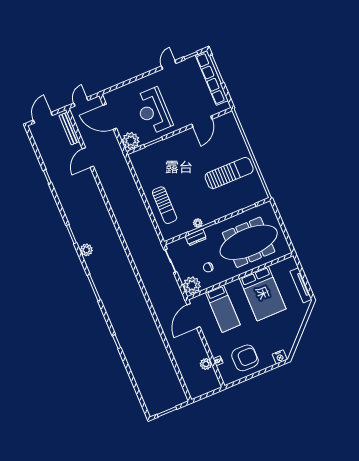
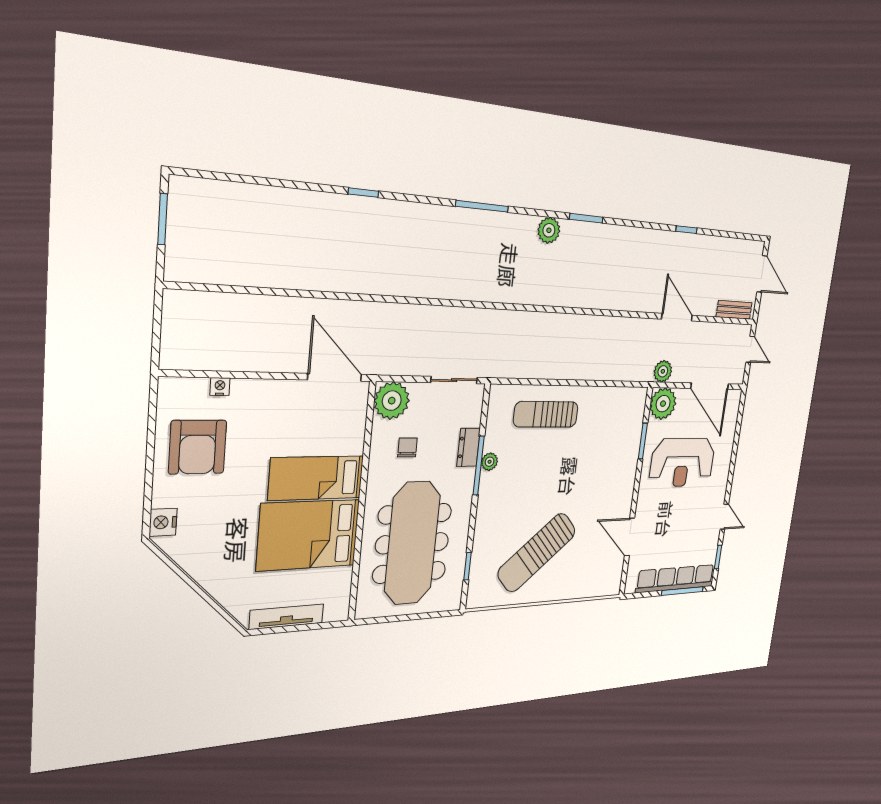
reception desk: (153, 111) -> (682, 462), turned 180
door: (110, 117) -> (710, 386), swing flipped
bench: (69, 128) -> (734, 310), width x0.73
sun lounger: (229, 173) -> (537, 552), turned 49
bed: (223, 309) -> (316, 478), moved
plant: (206, 364) -> (663, 371), moved

